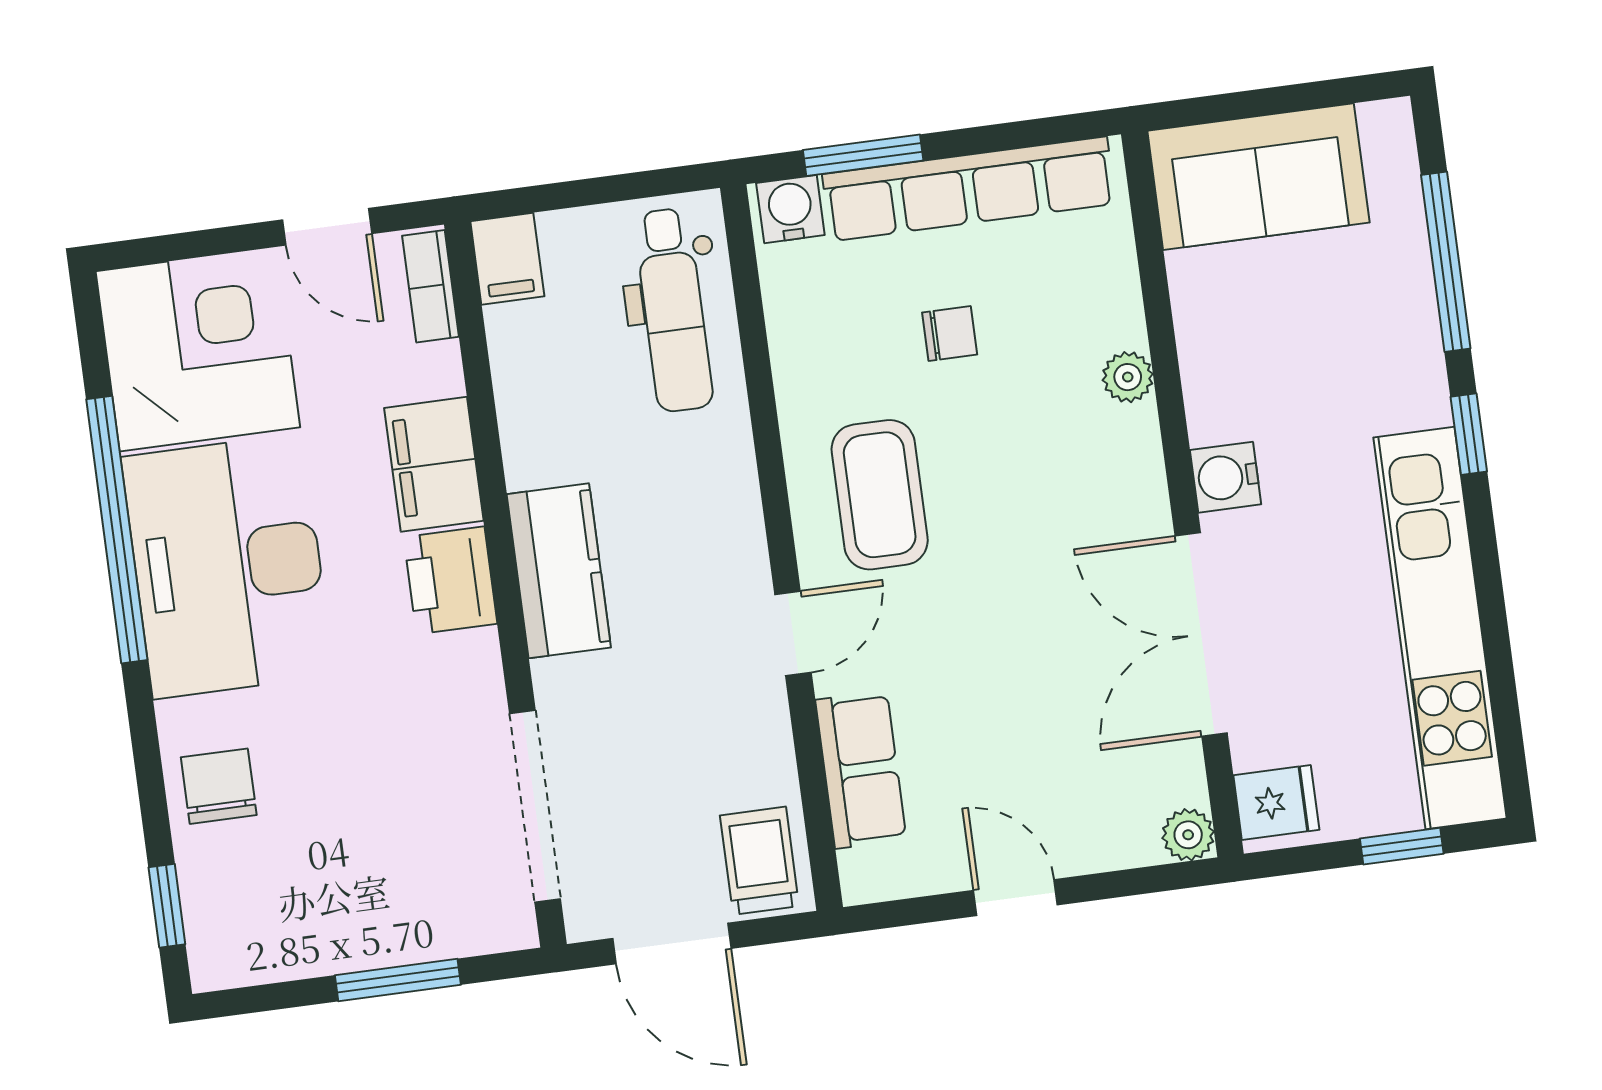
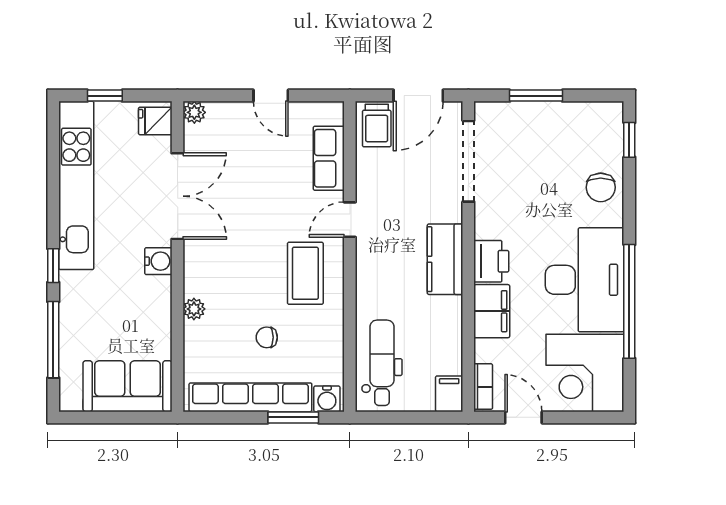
door: (672, 943) -> (418, 96), swing flipped

